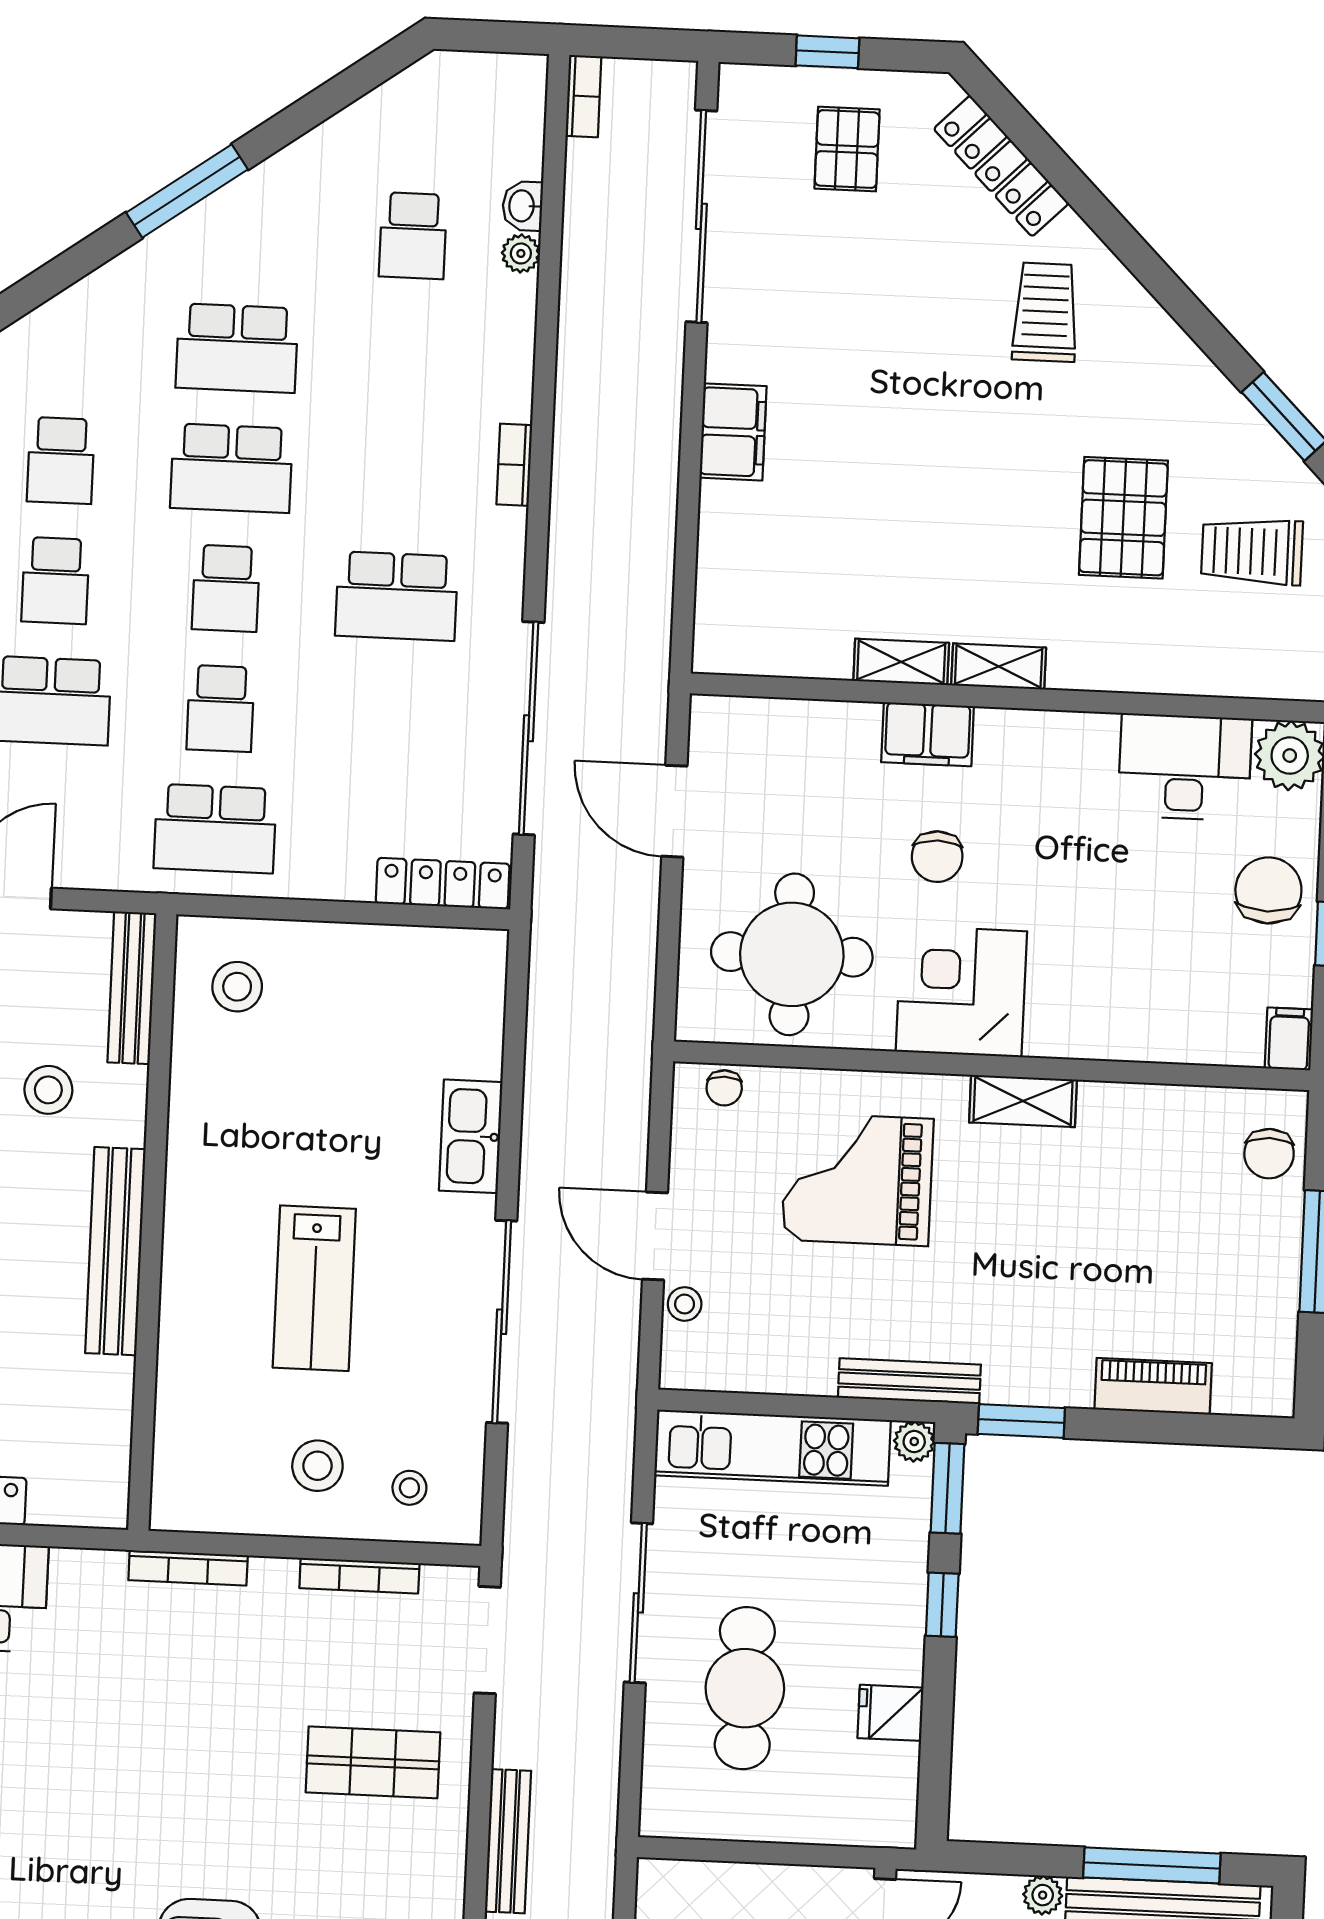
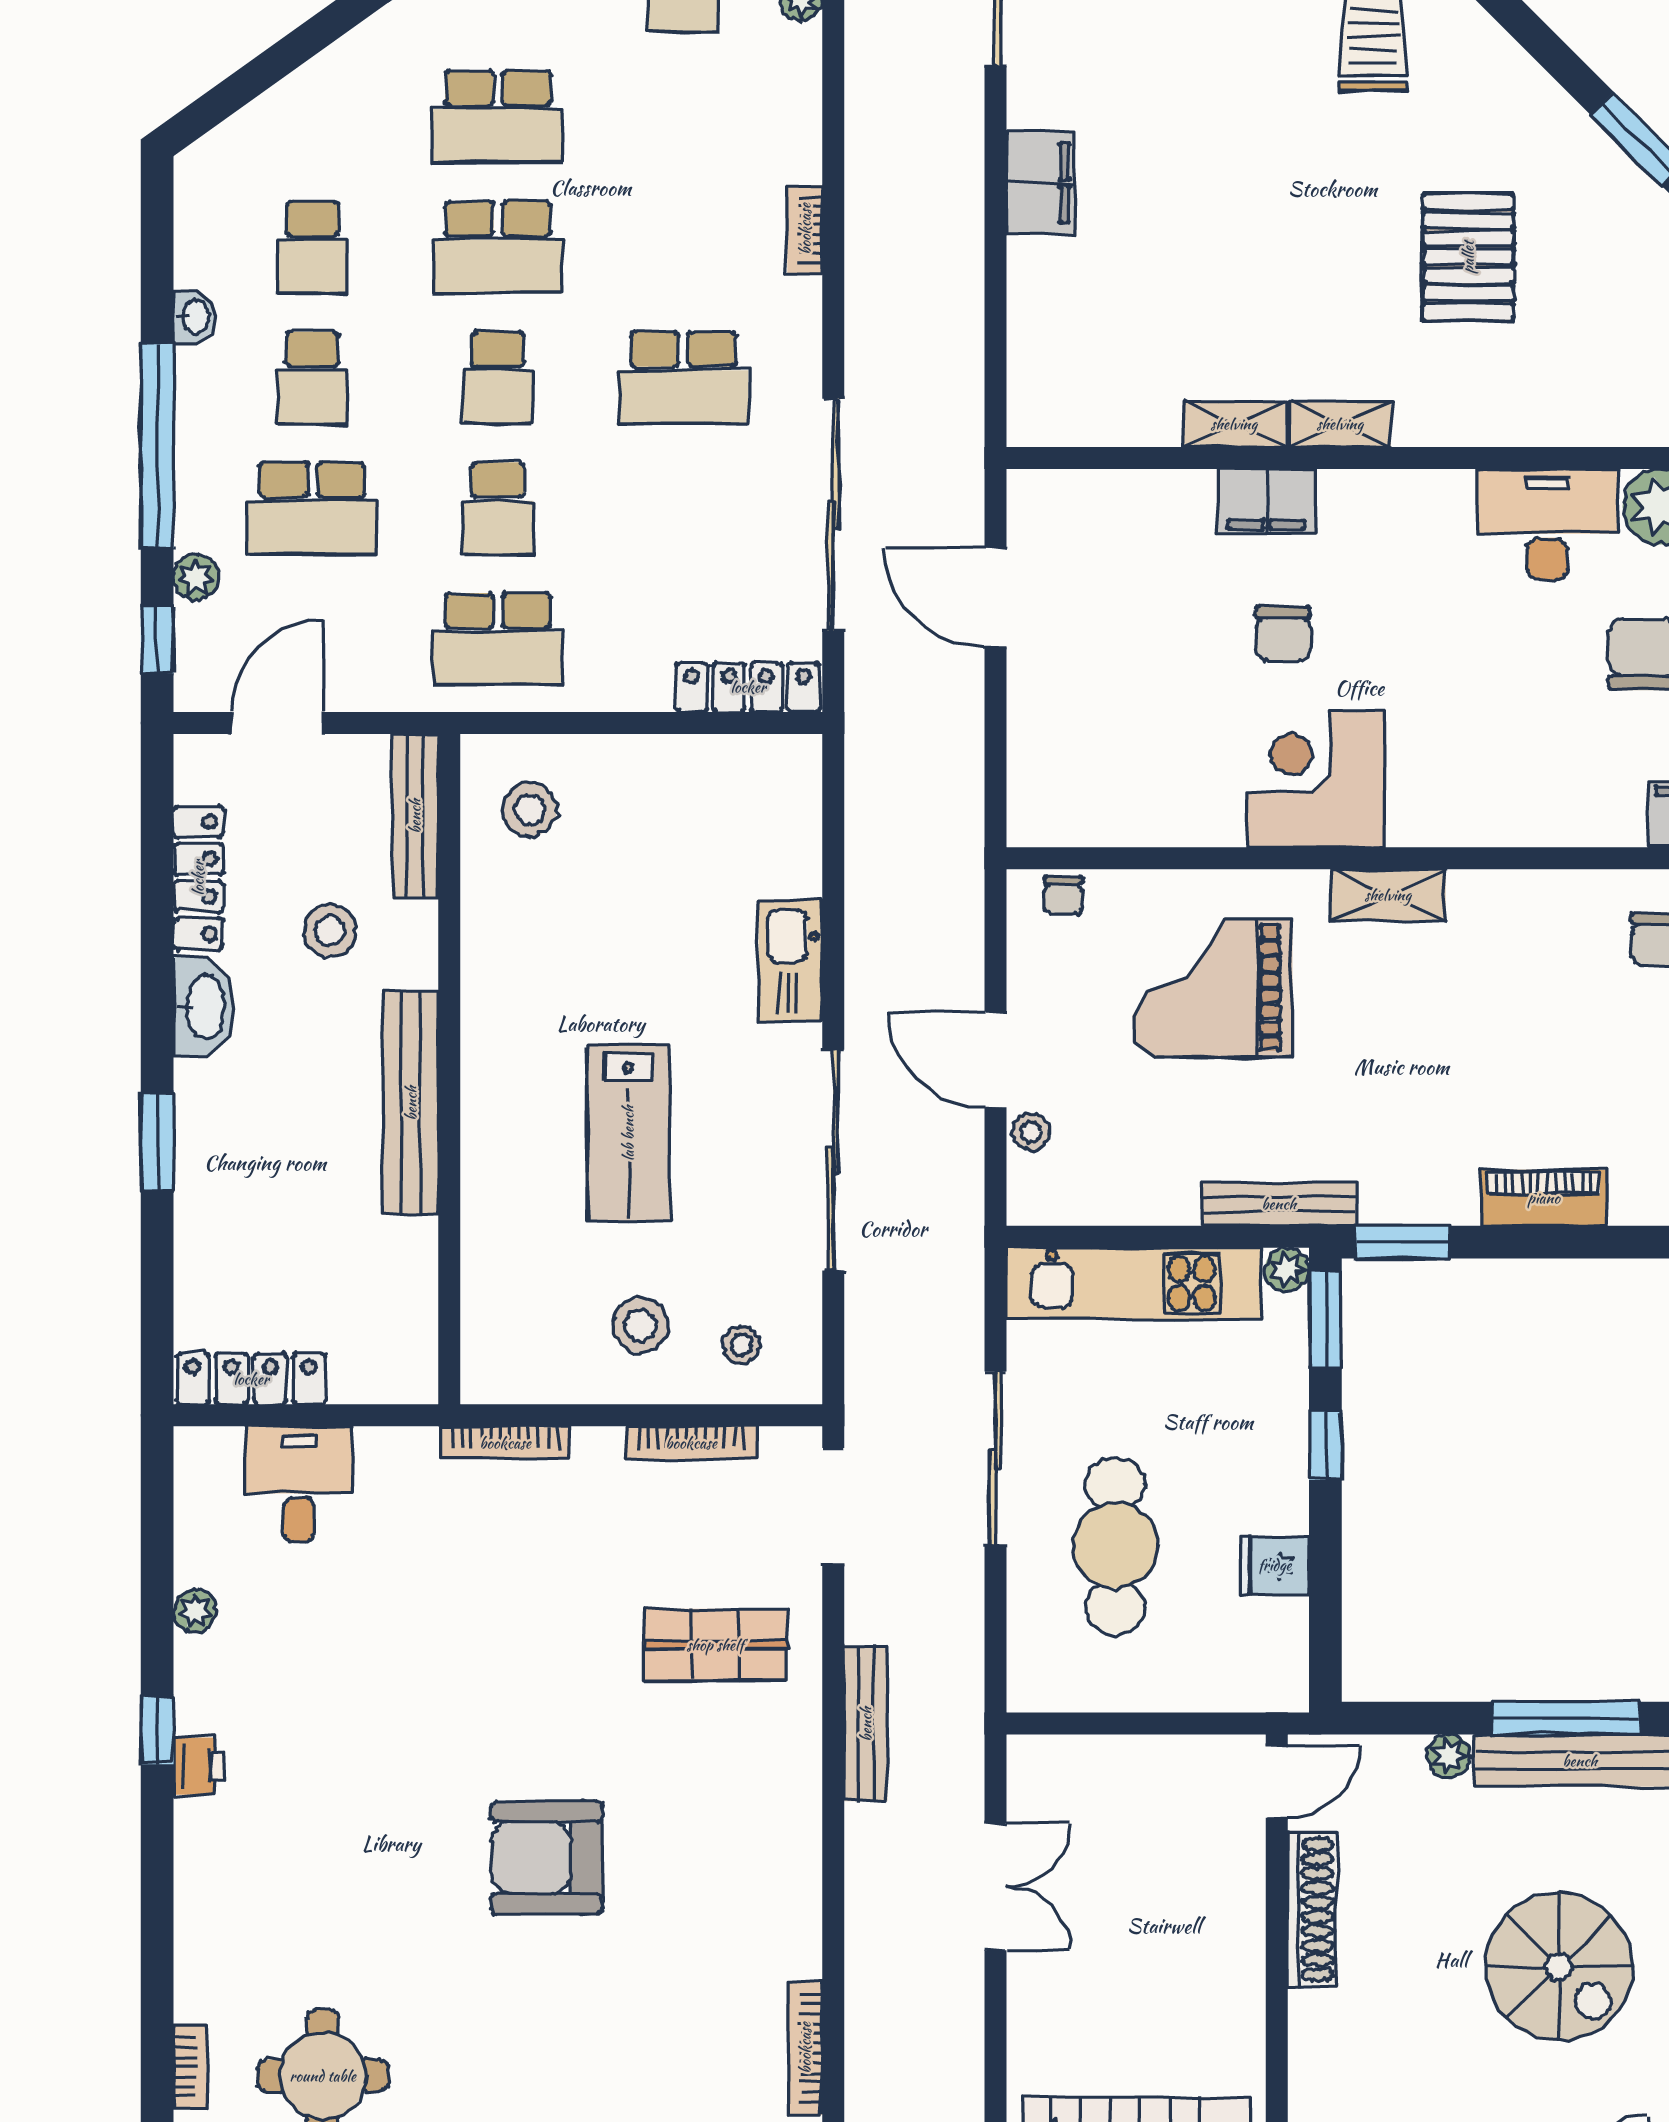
trolley: (1252, 551) -> (1610, 287), removed
round table: (792, 954) -> (1130, 747), removed

